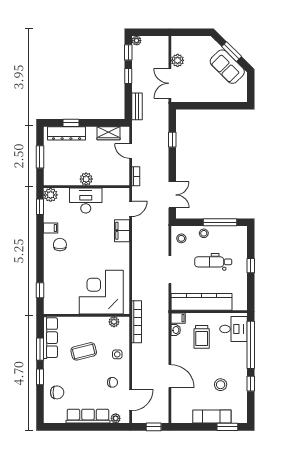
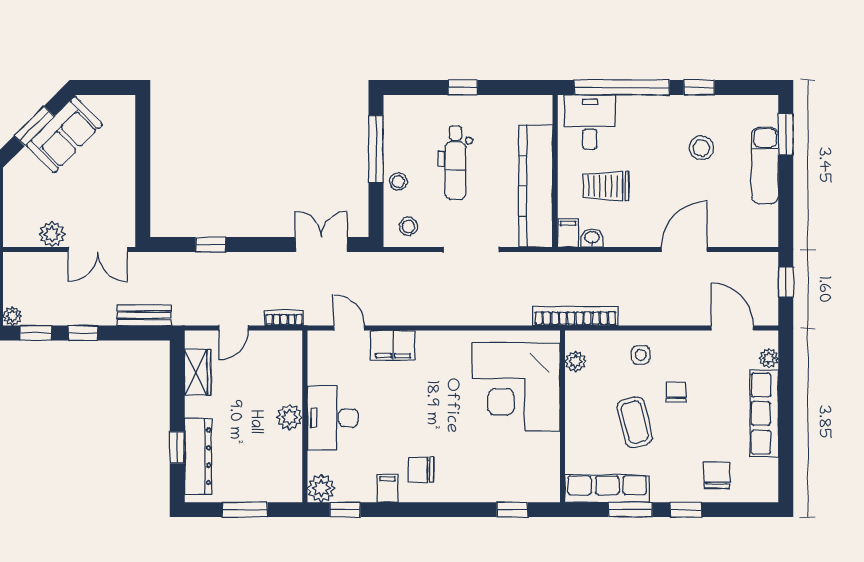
trolley: (202, 337) -> (606, 186), turned 180
chair: (113, 382) -> (676, 392), moved

